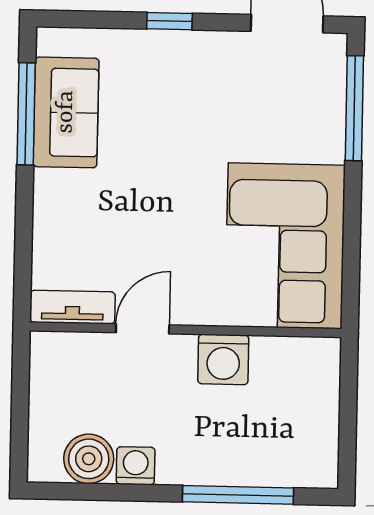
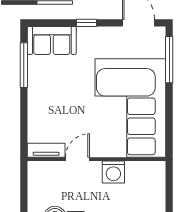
sofa: (66, 112) -> (52, 40), moved, turned 90
corner sofa: (285, 246) -> (130, 108), width x1.36, depth x1.36

